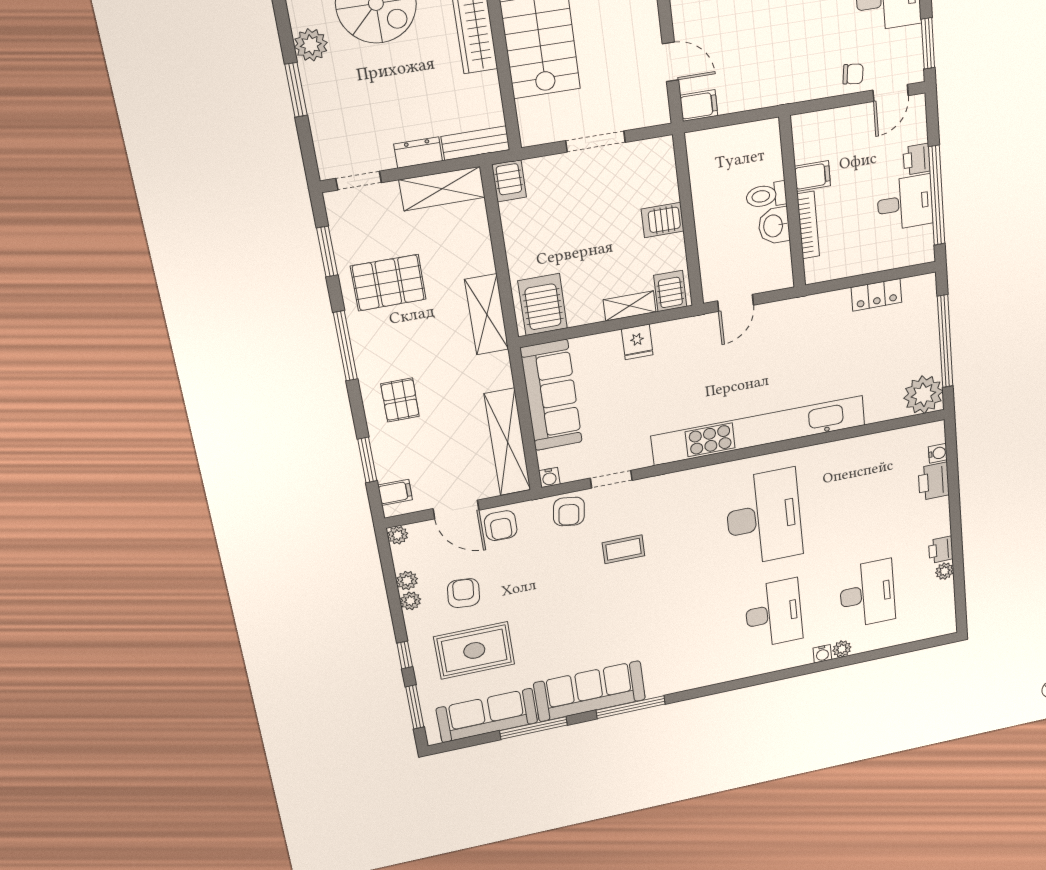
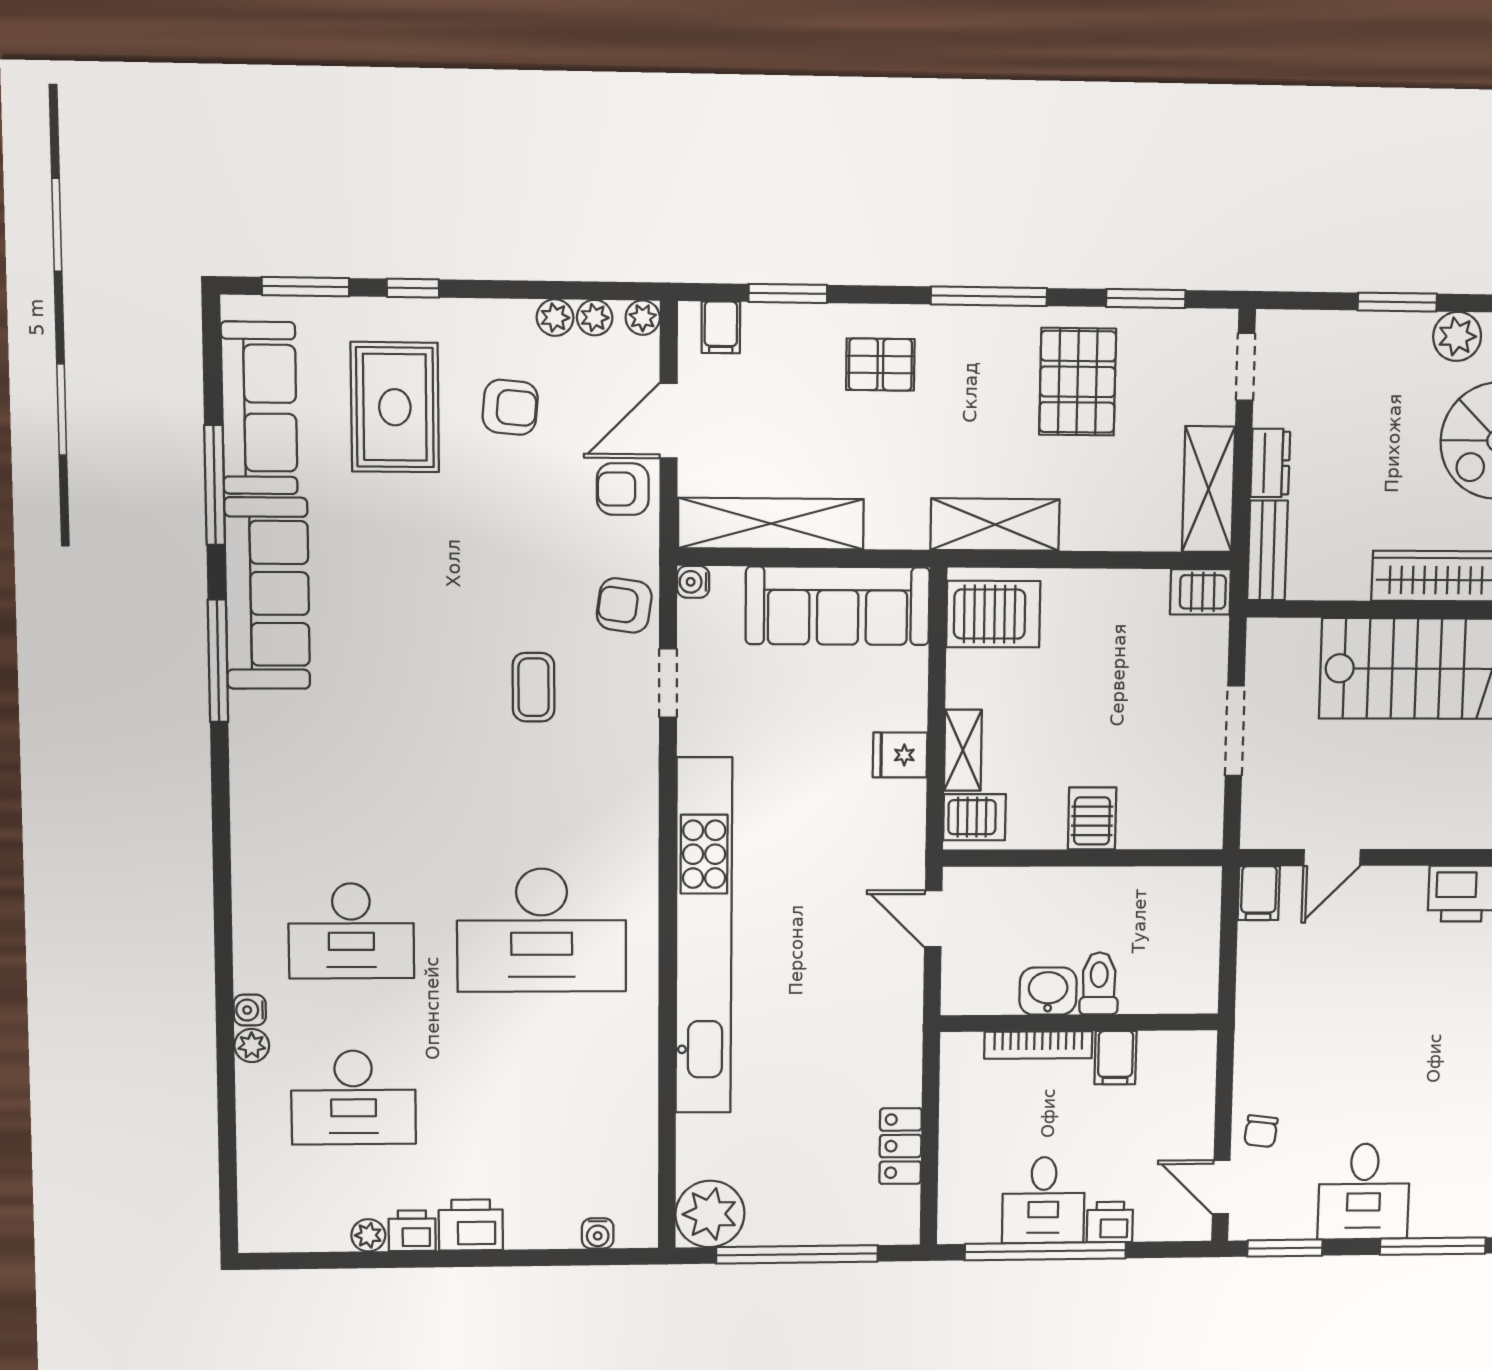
printer: (934, 481) -> (471, 1225), moved
plant: (411, 601) -> (595, 318), moved

